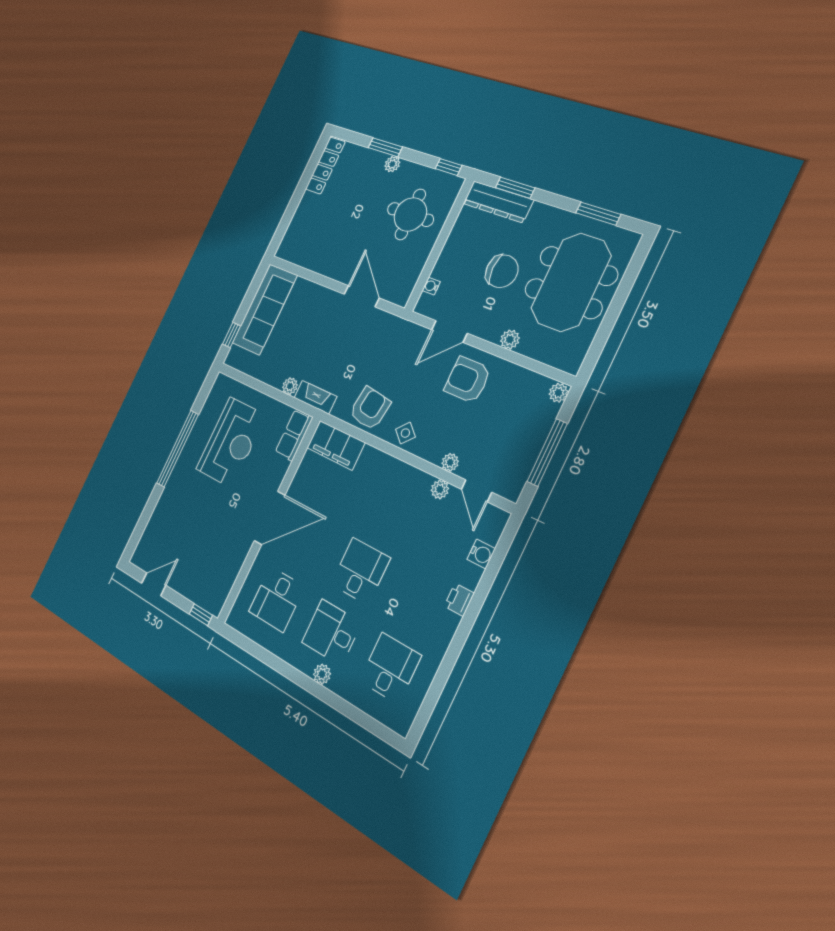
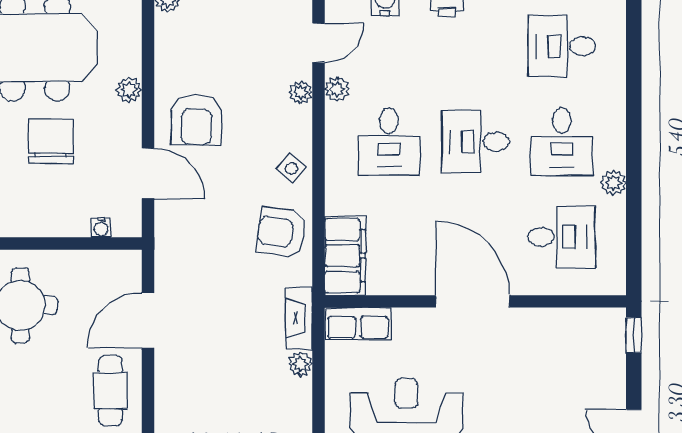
cafe table: (334, 256) -> (110, 391), added
desk: (389, 510) -> (389, 141), added
plant: (322, 674) -> (613, 183), moved

